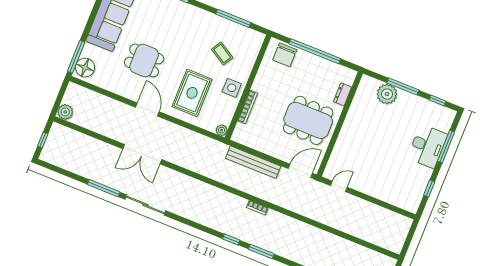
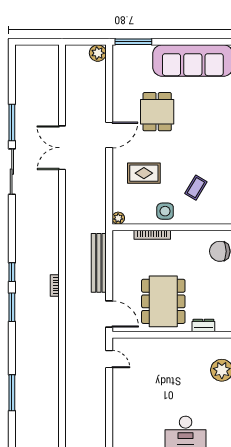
floor lamp: (85, 68) -> (126, 55), removed
rug: (192, 93) -> (144, 173), width x0.73, depth x0.70
plant: (65, 112) -> (98, 53), moved
window: (43, 140) -> (36, 42), removed

